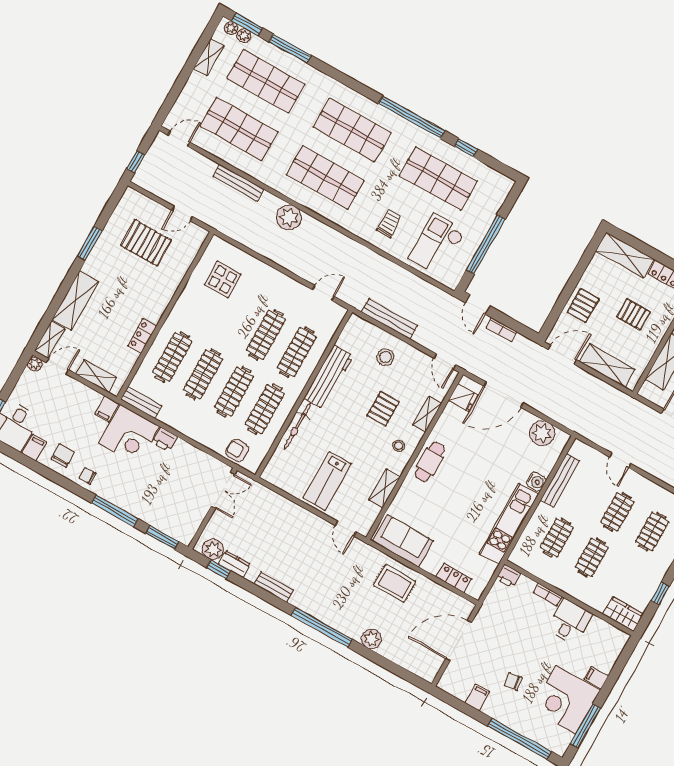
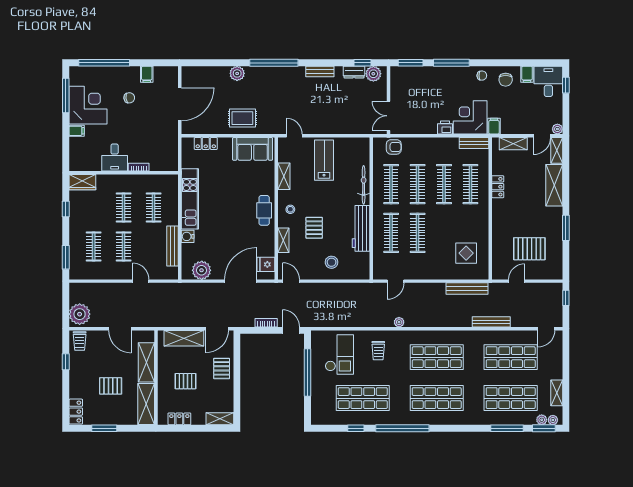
plant: (289, 217) -> (399, 322), moved, width x0.53, depth x0.53
shelving: (625, 255) -> (220, 419), width x0.67, depth x0.75
bench: (389, 319) -> (467, 289), moved
printer: (508, 576) -> (171, 165), removed

